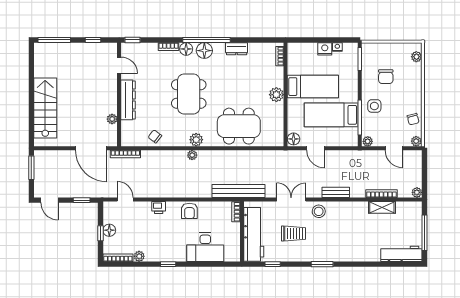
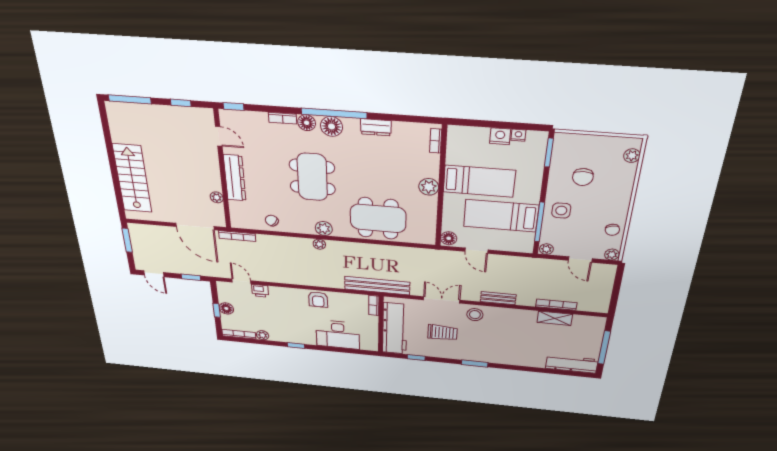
plant: (417, 192) -> (602, 308), removed
printer: (159, 208) -> (260, 291), moved

